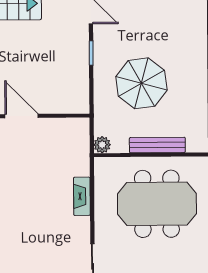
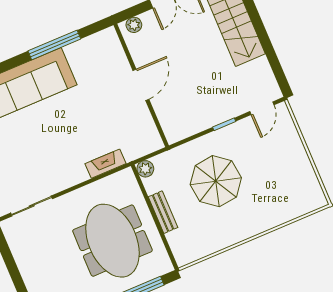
bench: (157, 145) -> (163, 212), width x0.73
fireplace: (82, 196) -> (105, 164), moved

